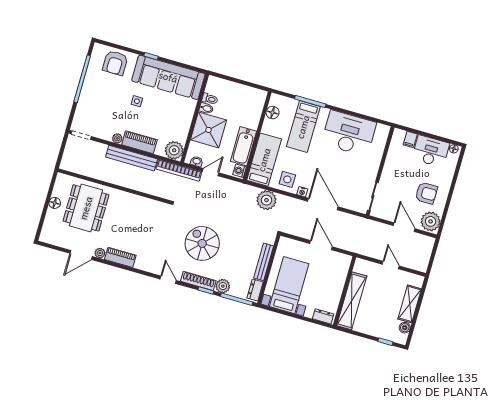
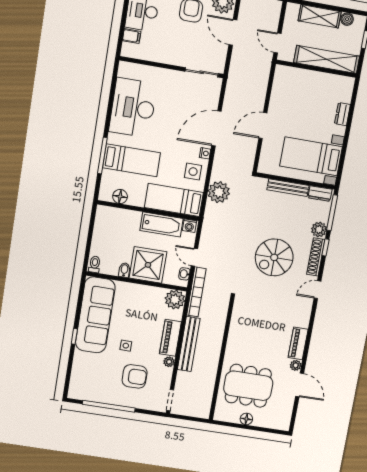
armchair: (115, 63) -> (135, 376), moved
toilet: (210, 99) -> (95, 264), moved
door: (404, 227) -> (233, 32), hinge flipped
door: (391, 265) -> (277, 43), hinge flipped
wall: (345, 291) -> (316, 69), moved
shelving: (352, 301) -> (327, 59), moved

